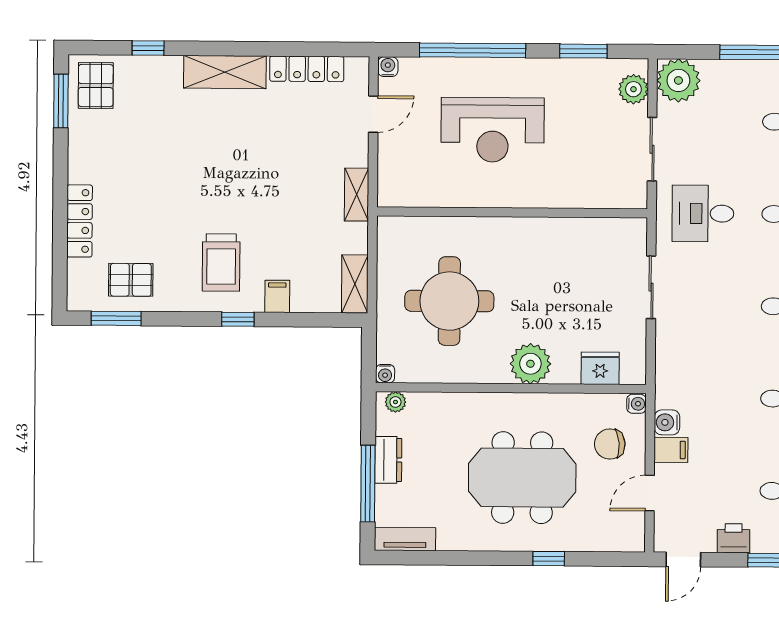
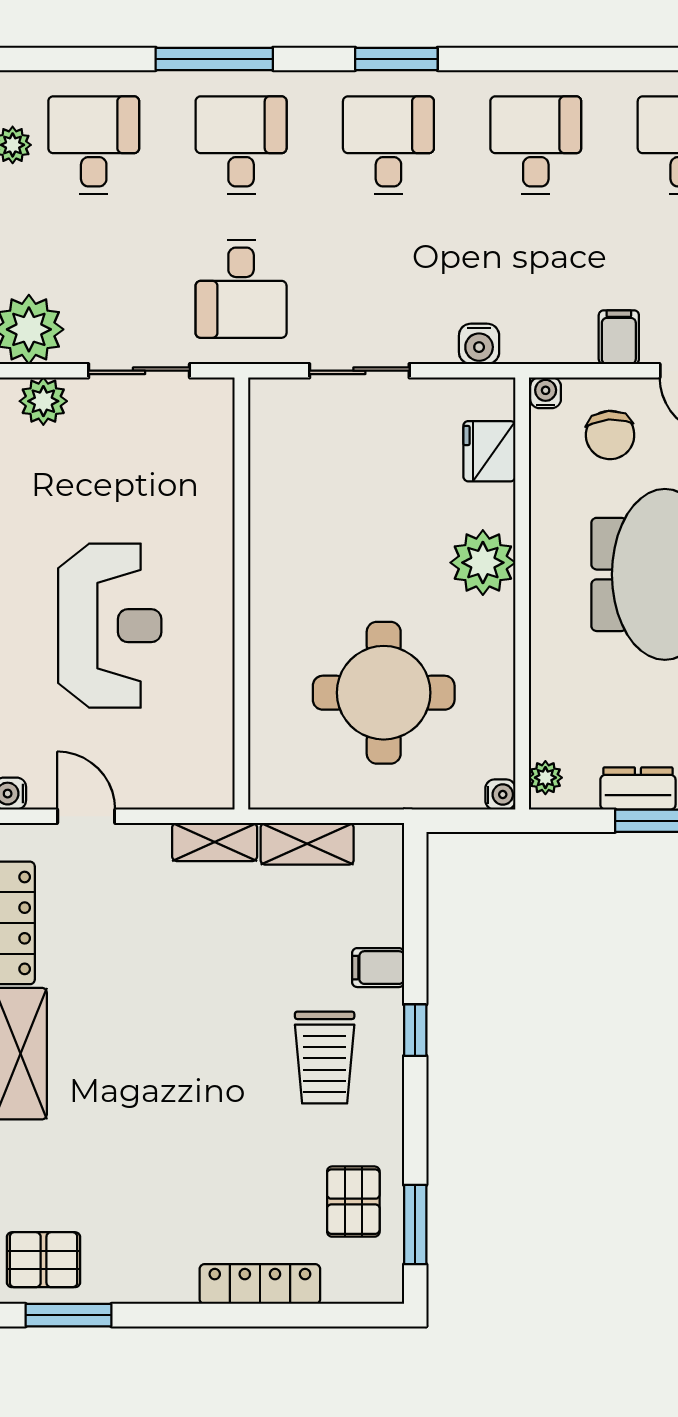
trolley: (221, 262) -> (325, 1058), turned 90
shelving: (355, 284) -> (307, 844), moved
water cooler: (667, 422) -> (479, 344), moved

